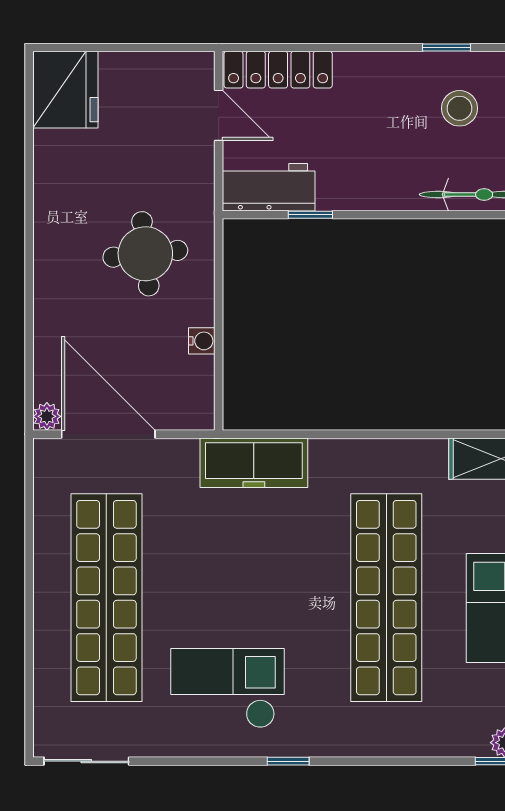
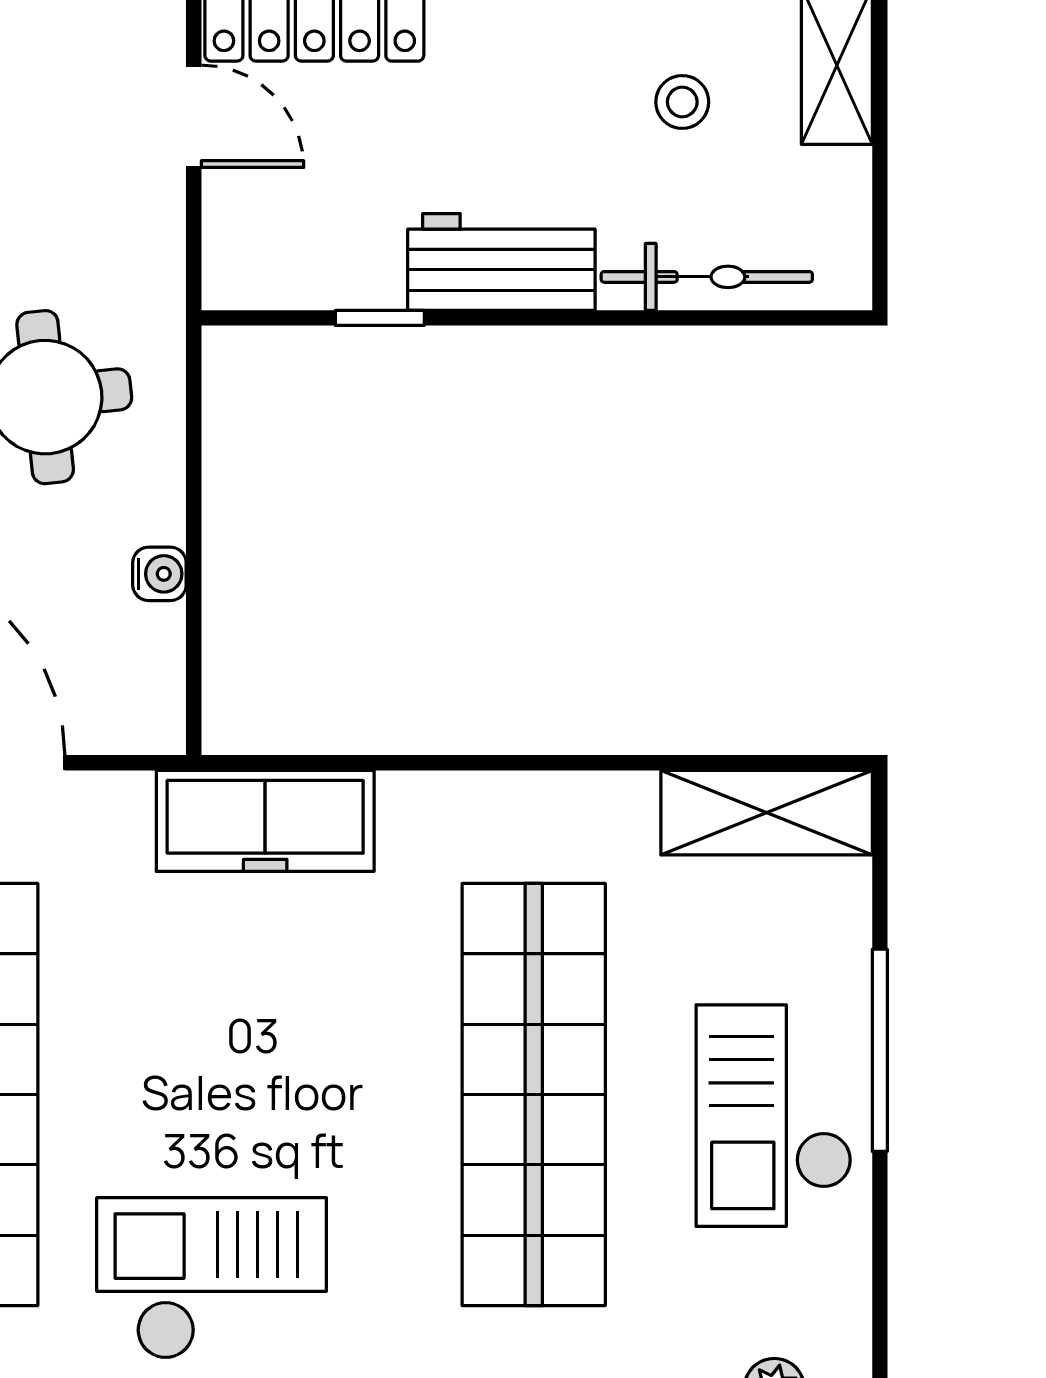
stool: (459, 108) -> (682, 102), width x0.73, depth x0.73
workbench: (269, 187) -> (501, 262), moved

